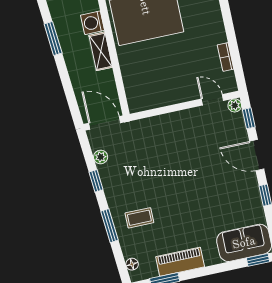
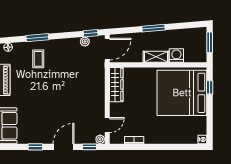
window: (53, 39) -> (153, 28), moved
wardrobe: (152, 99) -> (116, 85), added
window: (96, 181) -> (91, 33), moved

